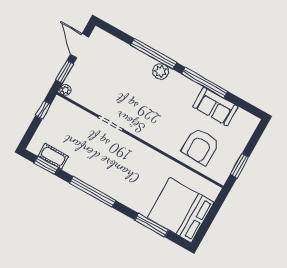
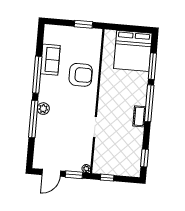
armchair: (201, 146) -> (81, 75), moved
cot: (53, 156) -> (139, 116), moved
window: (93, 192) -> (149, 103), moved

